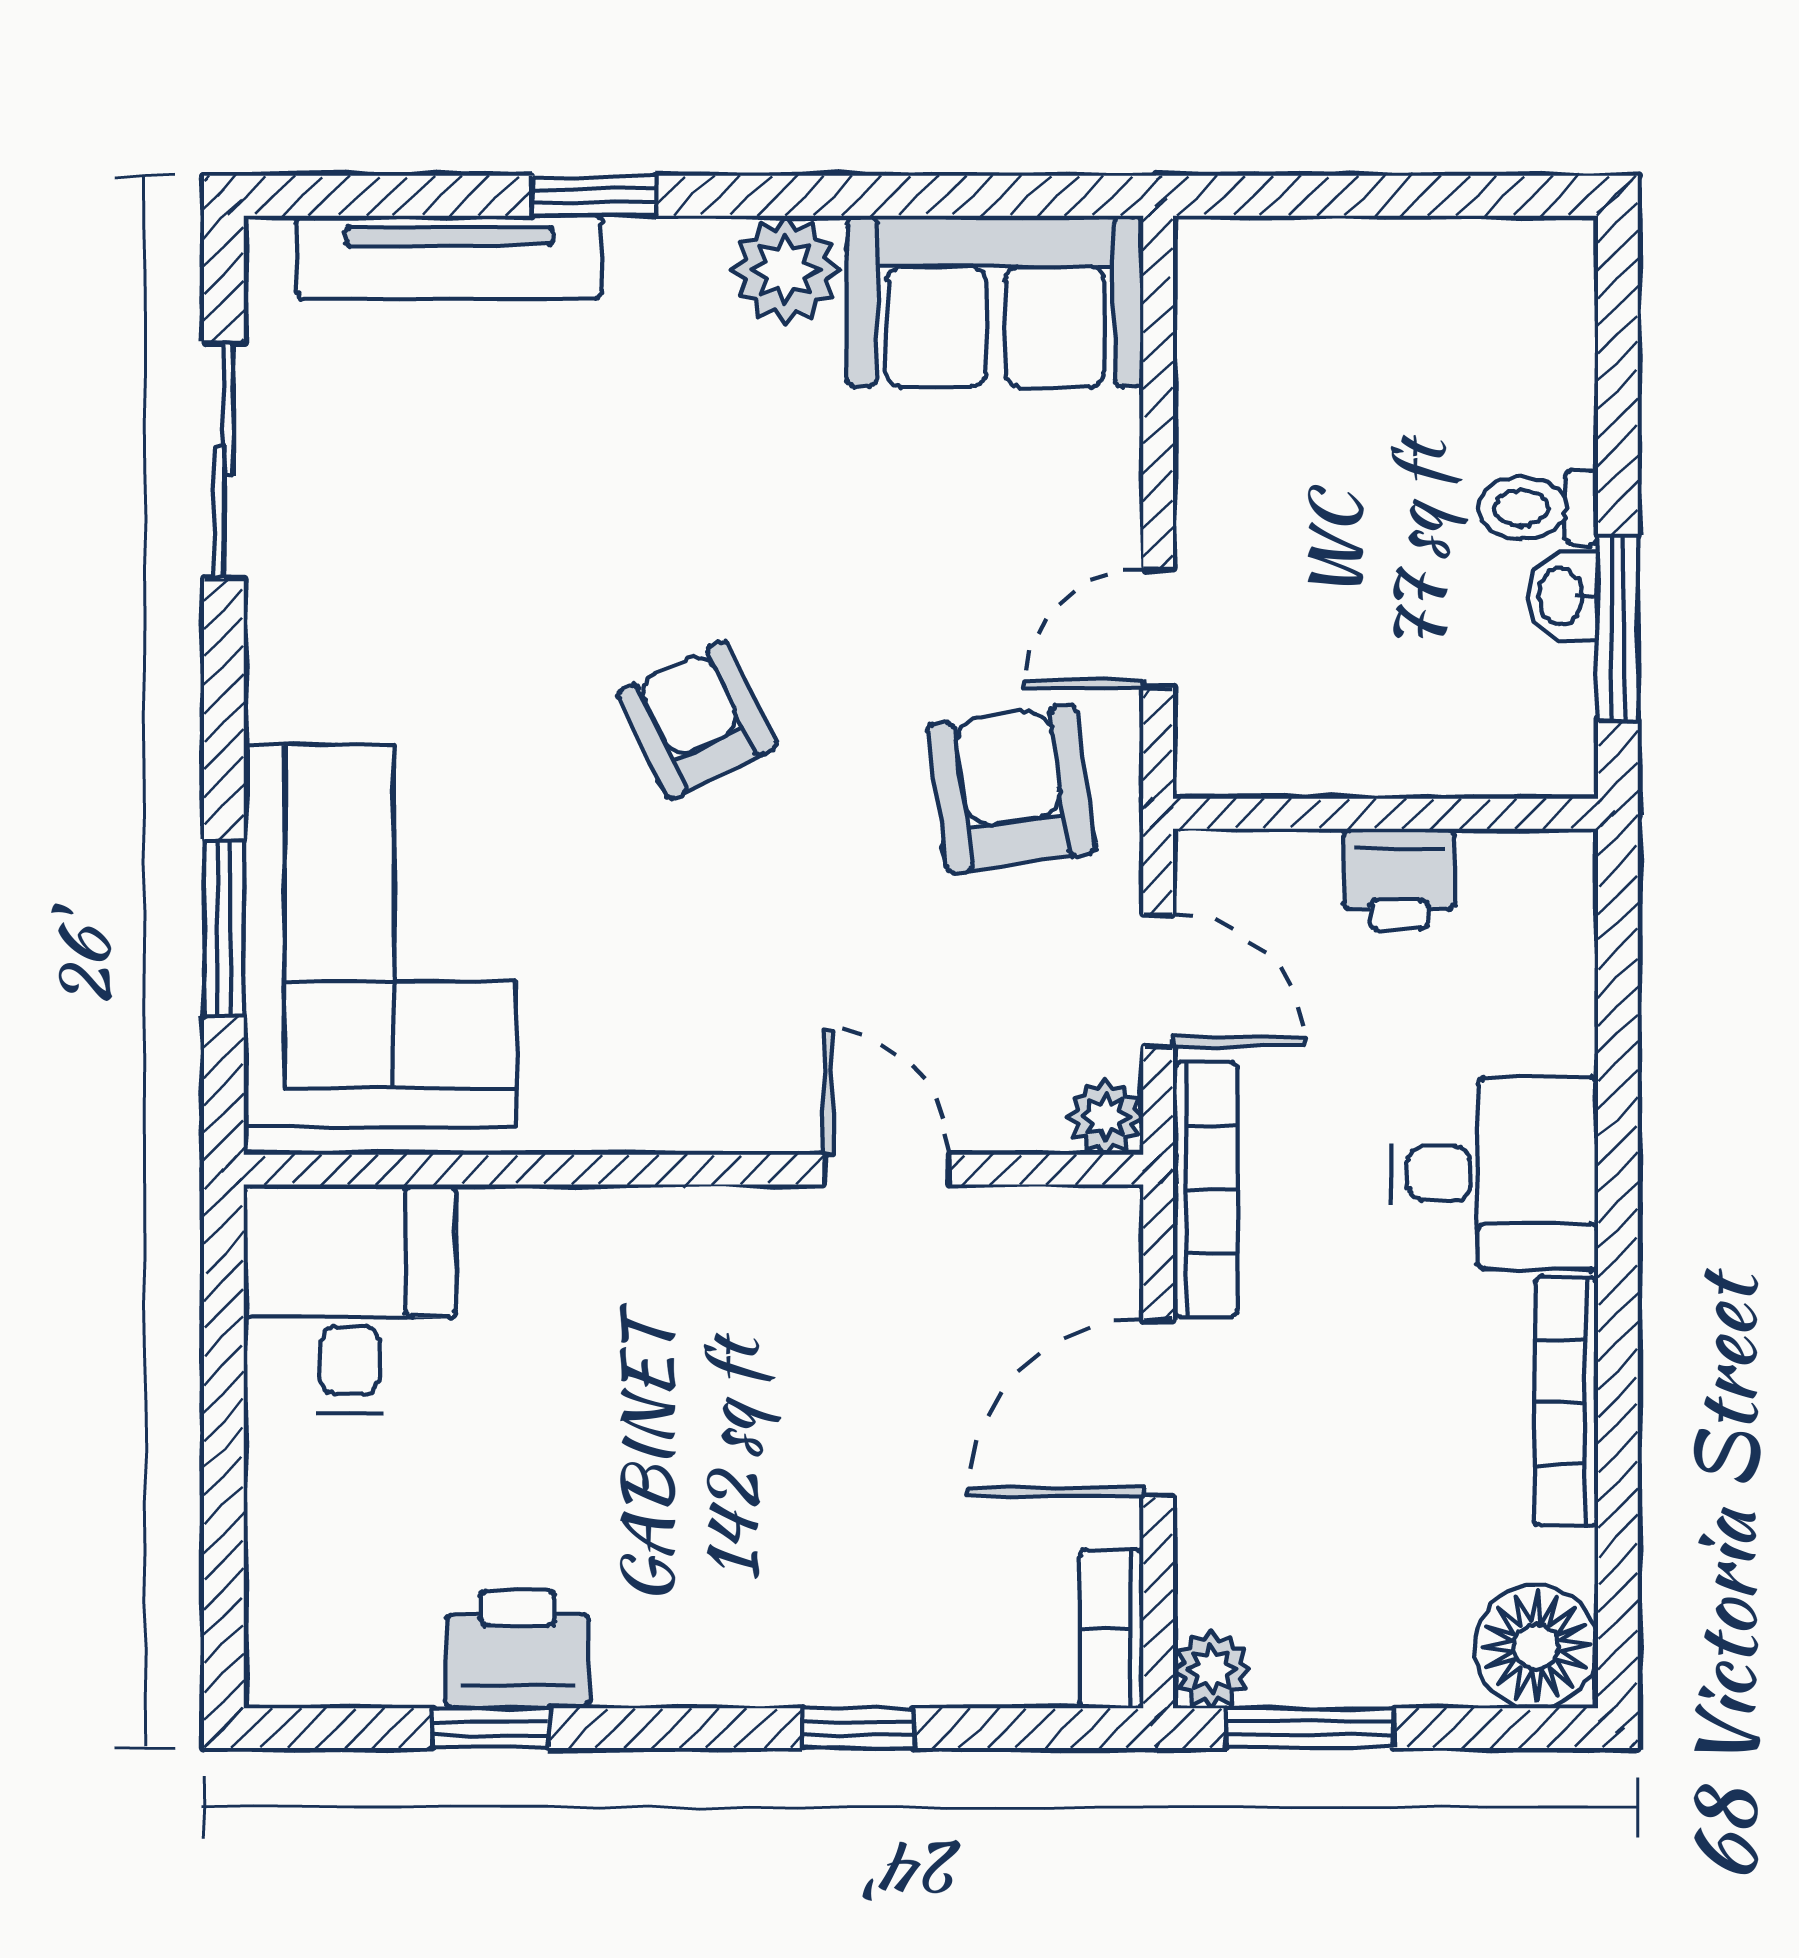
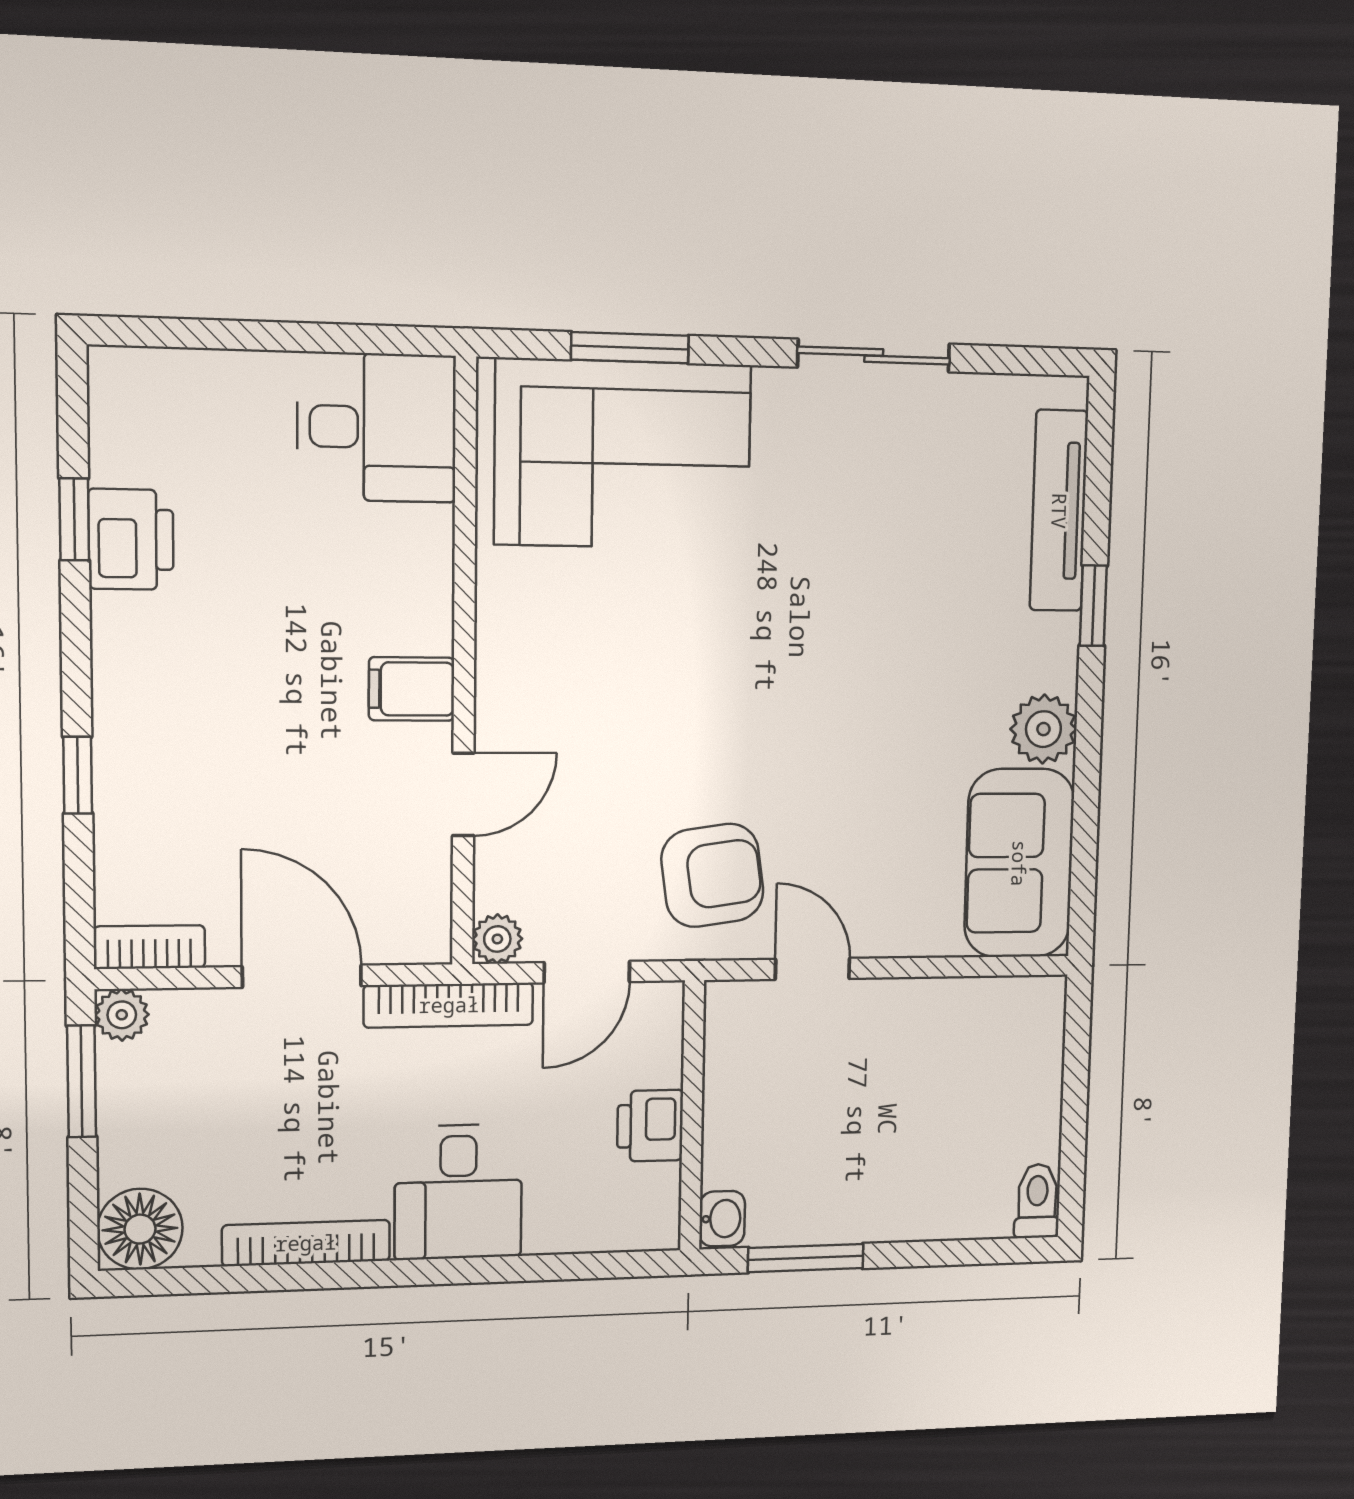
sliding door: (224, 461) -> (874, 356), moved
toilet: (1538, 508) -> (1037, 1201), moved
washbasin: (1563, 596) -> (722, 1219), moved, turned 90
armchair: (697, 720) -> (761, 670), removed
filing cabinet: (730, 1247) -> (412, 689), added

